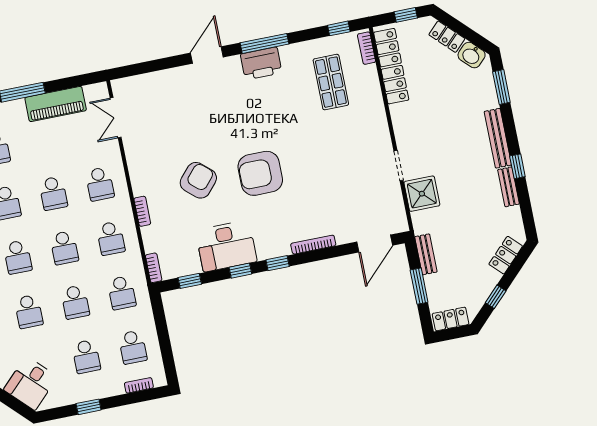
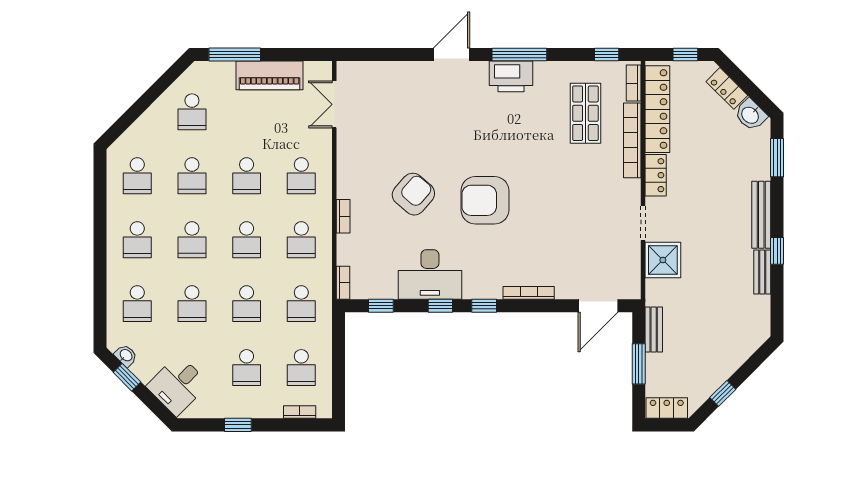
bookcase: (375, 97) -> (632, 140), added
locker: (506, 255) -> (656, 175), moved, turned 135

